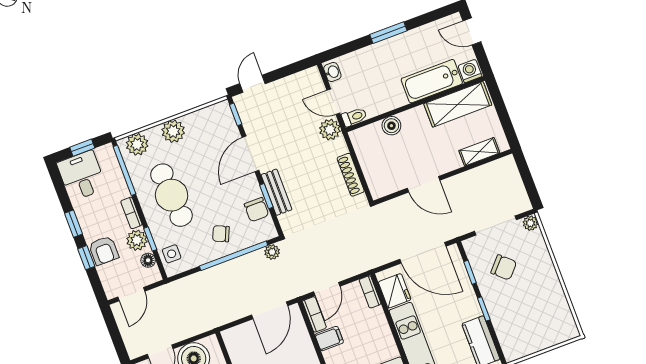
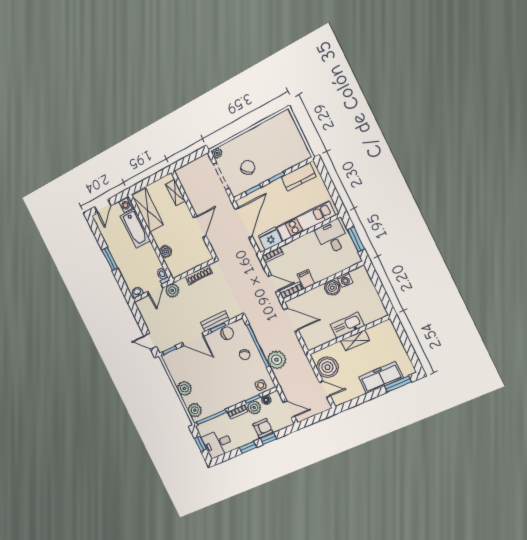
cafe table: (172, 195) -> (224, 387), removed
plant: (272, 252) -> (277, 360), moved, width x1.88, depth x1.88

